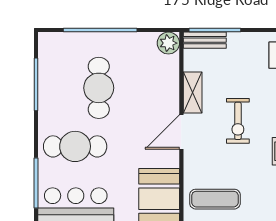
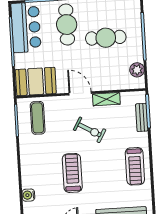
bench: (205, 40) -> (142, 117), moved
plant: (168, 43) -> (137, 70), moved
exercise bike: (238, 121) -> (90, 130), turned -150

